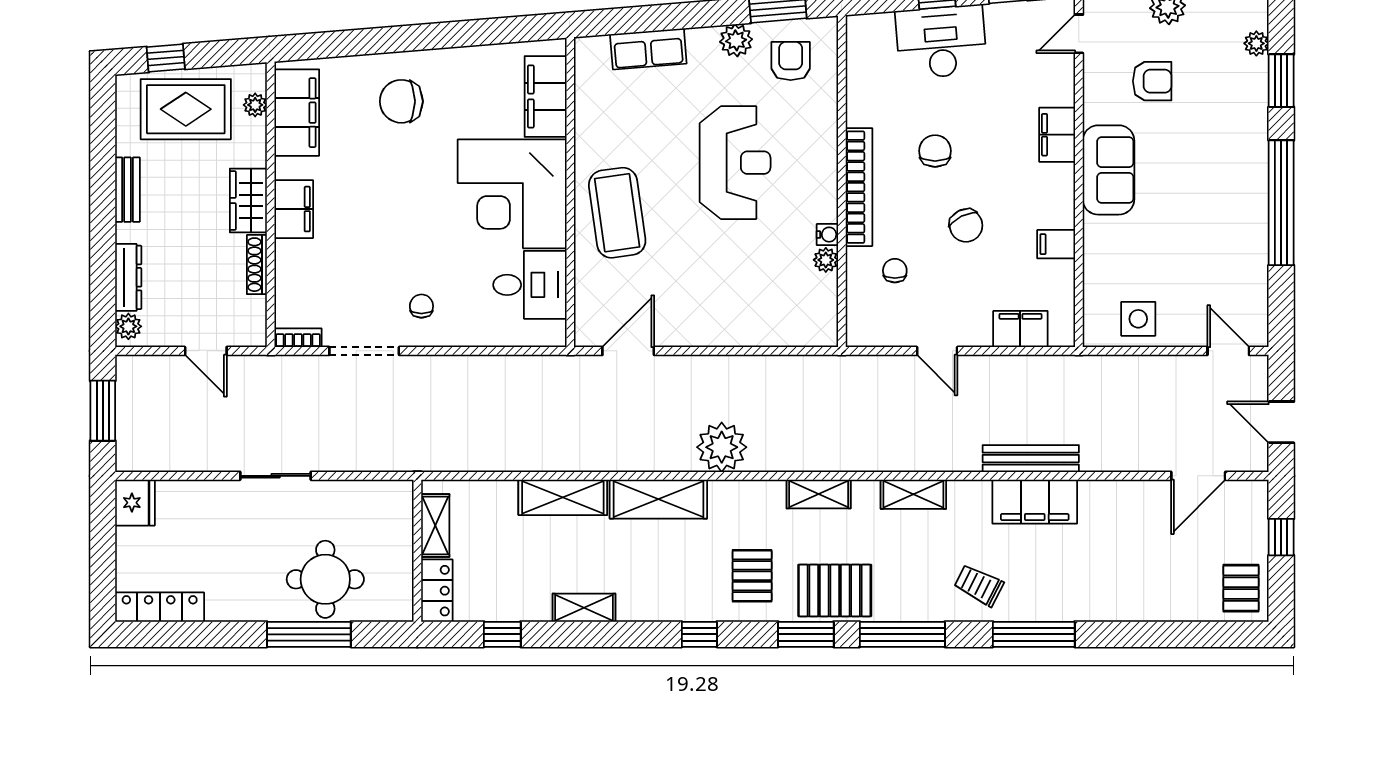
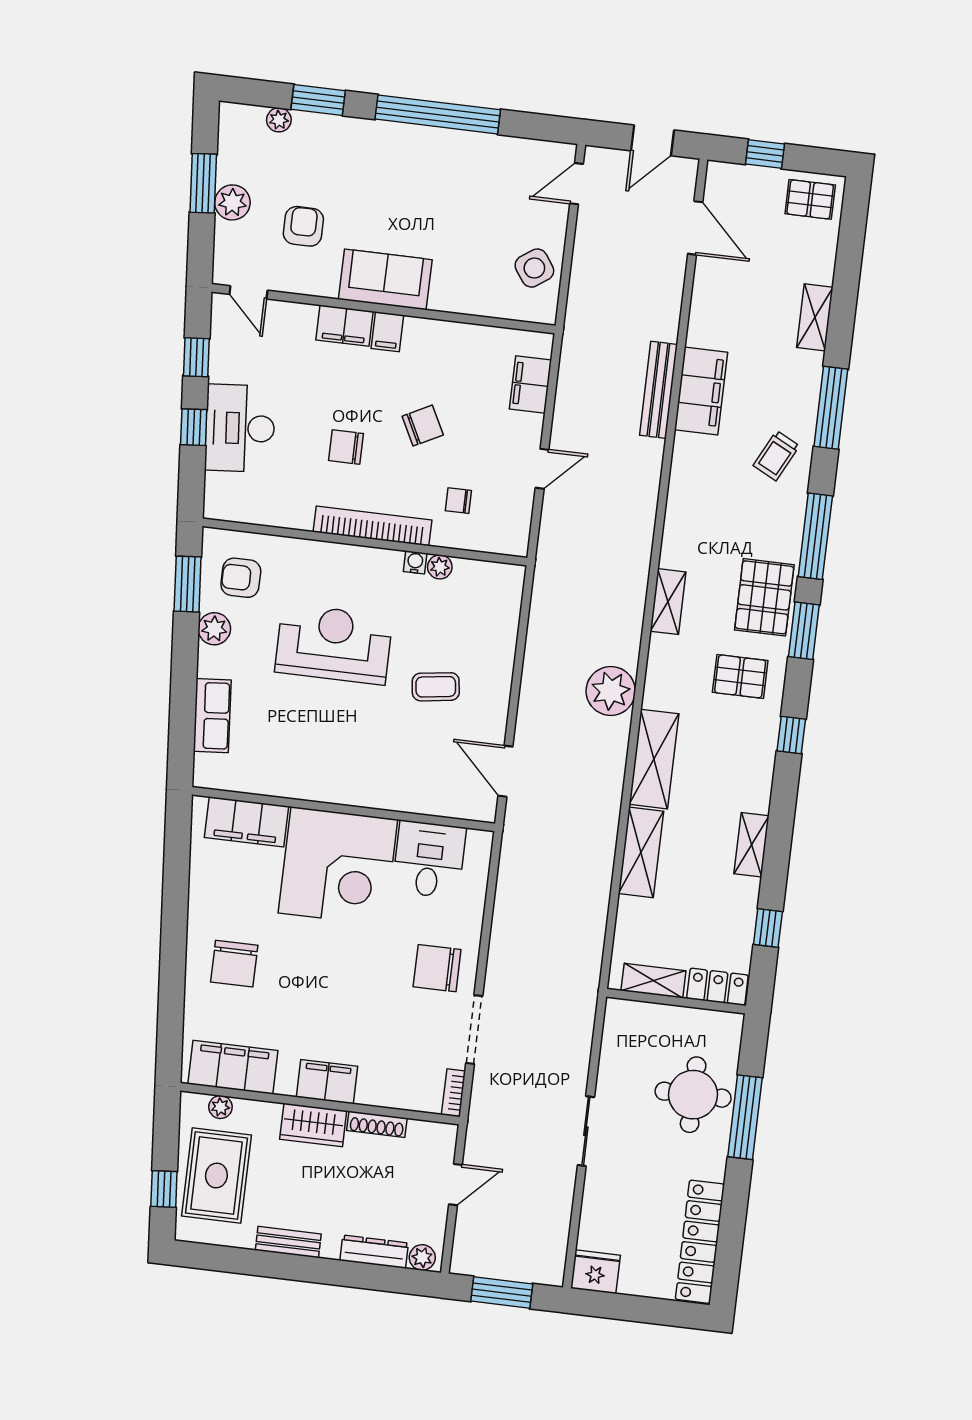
coffee table: (617, 213) -> (436, 687), moved, width x0.54, depth x0.58
filing cabinet: (1056, 244) -> (387, 332), moved
chair: (421, 306) -> (437, 968), width x1.87, depth x1.87
side table: (1138, 319) -> (534, 268), turned -35
shelving: (913, 494) -> (815, 317), moved
locker: (160, 607) -> (700, 1242), width x1.41, depth x1.21

